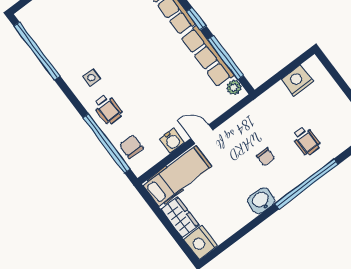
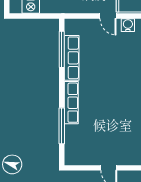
window: (196, 19) -> (62, 84), removed
plant: (234, 87) -> (70, 29), removed

